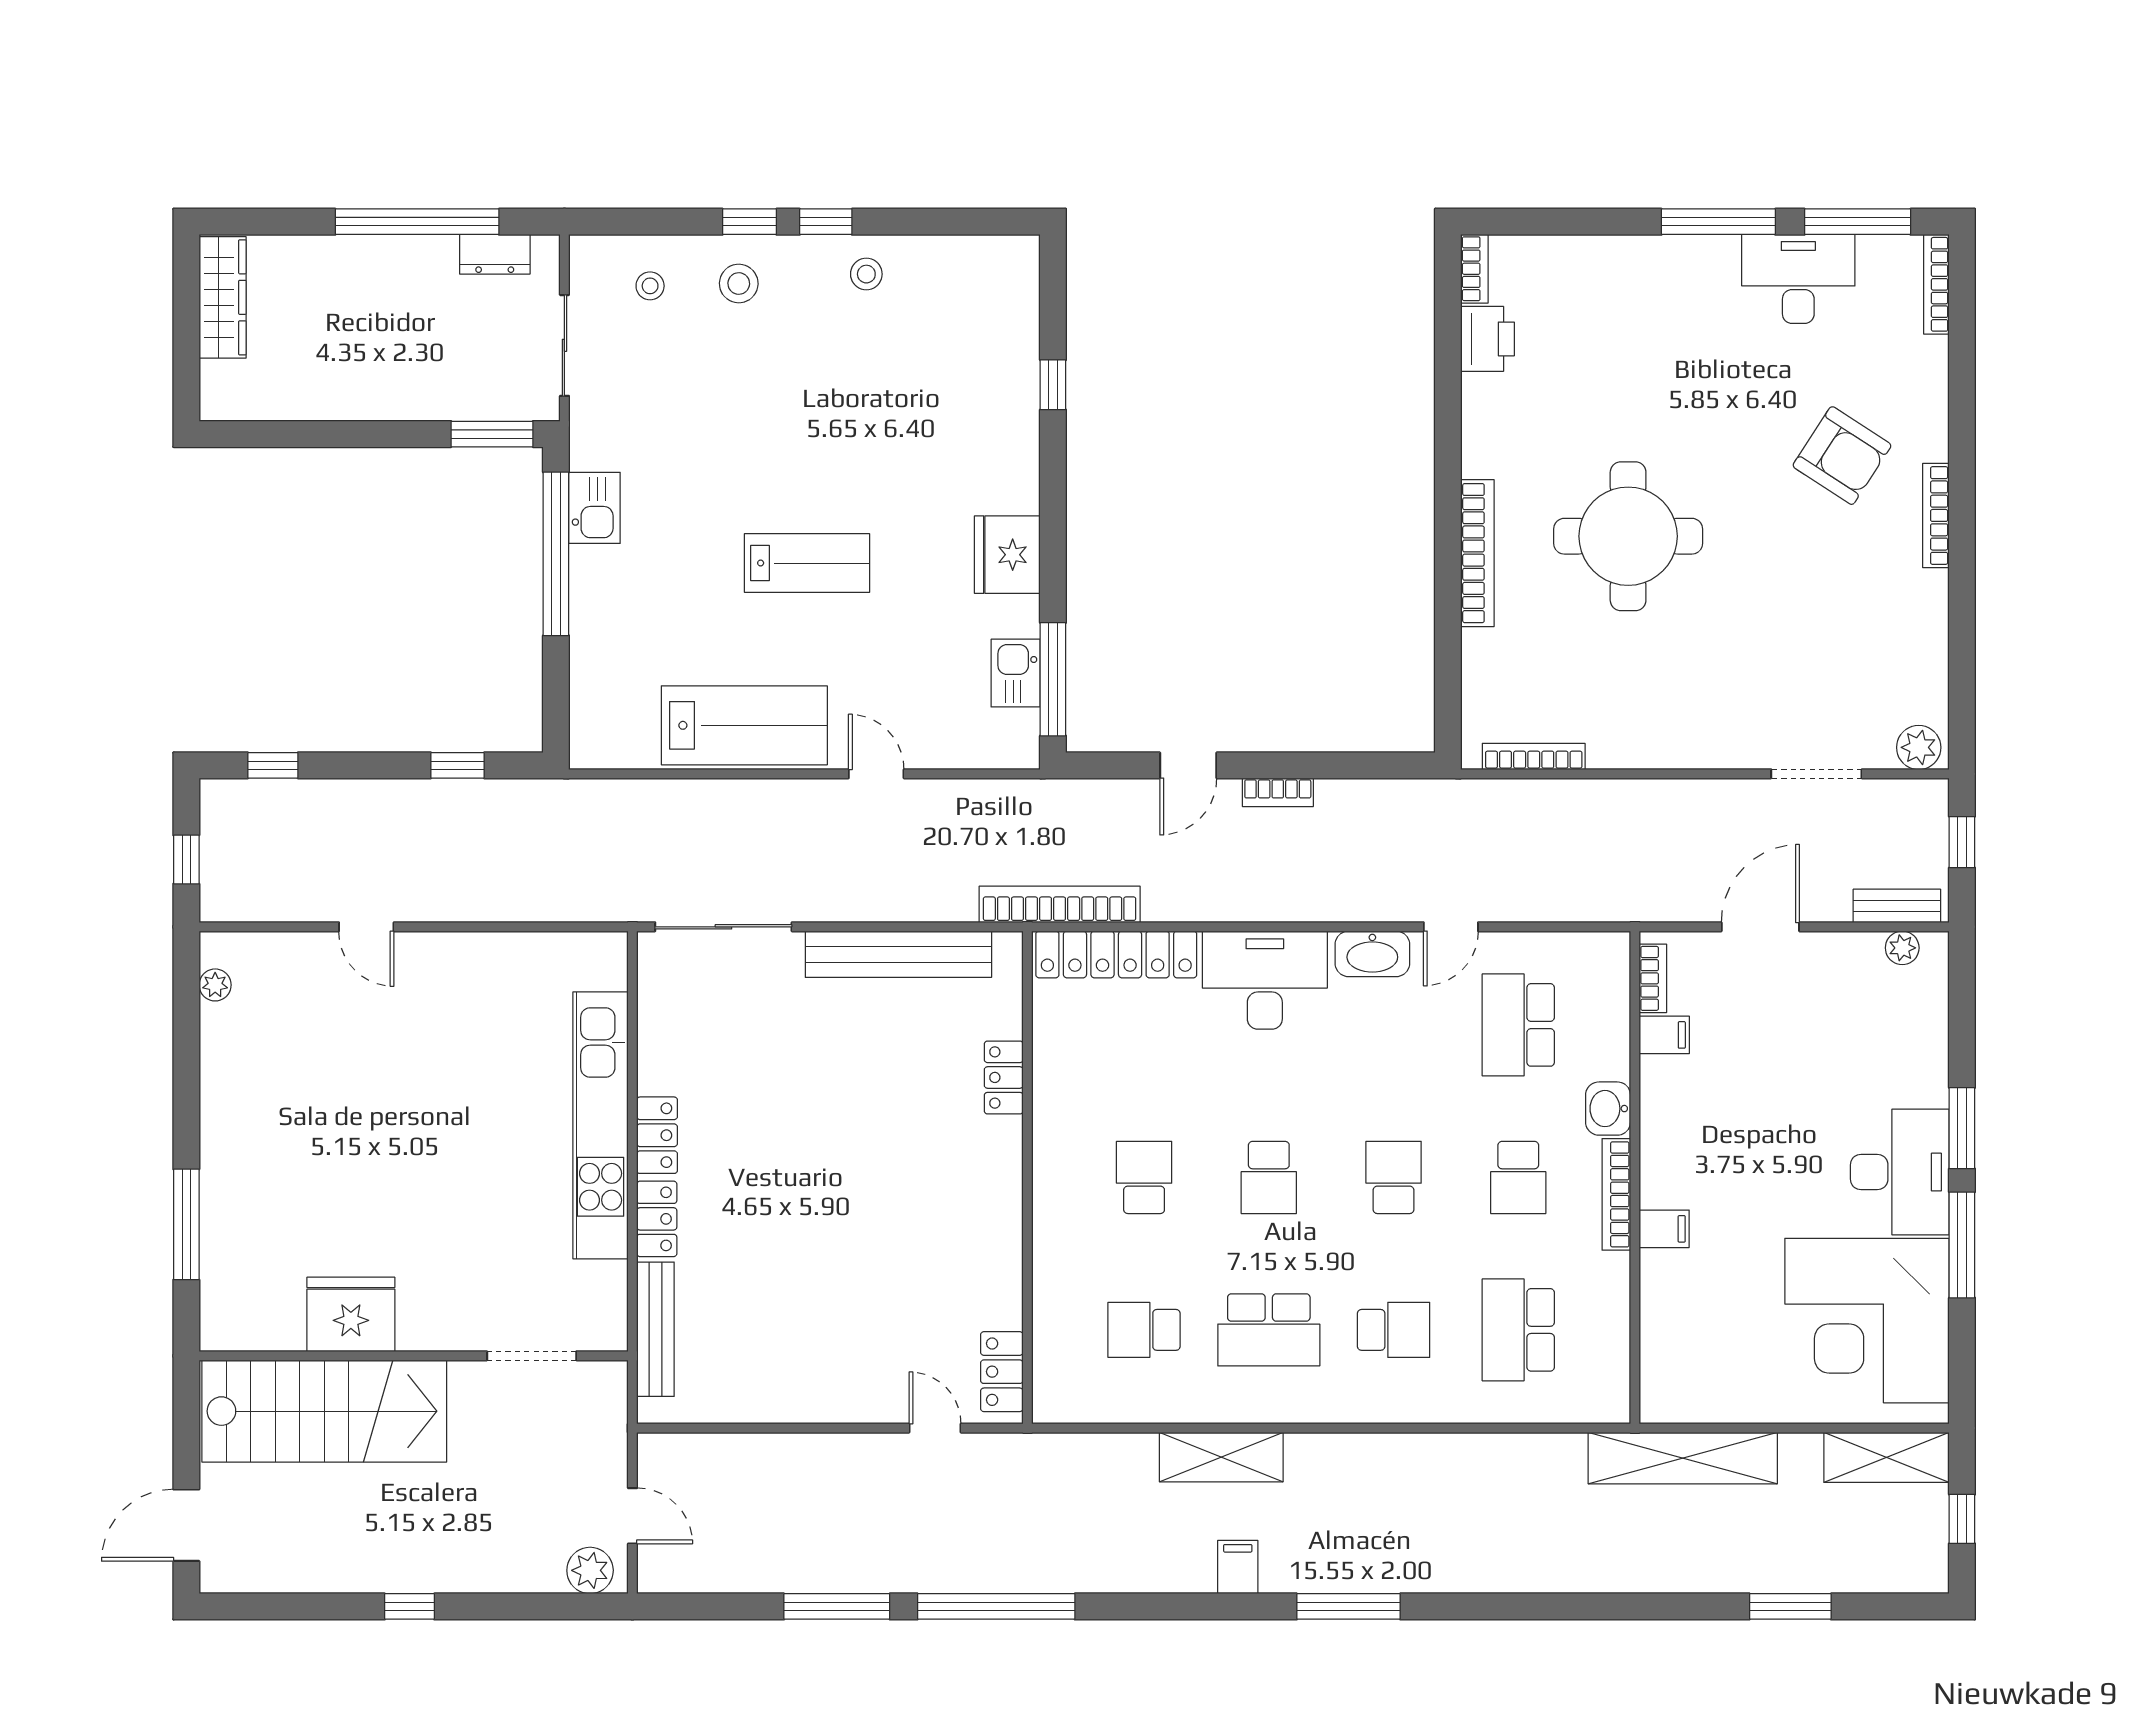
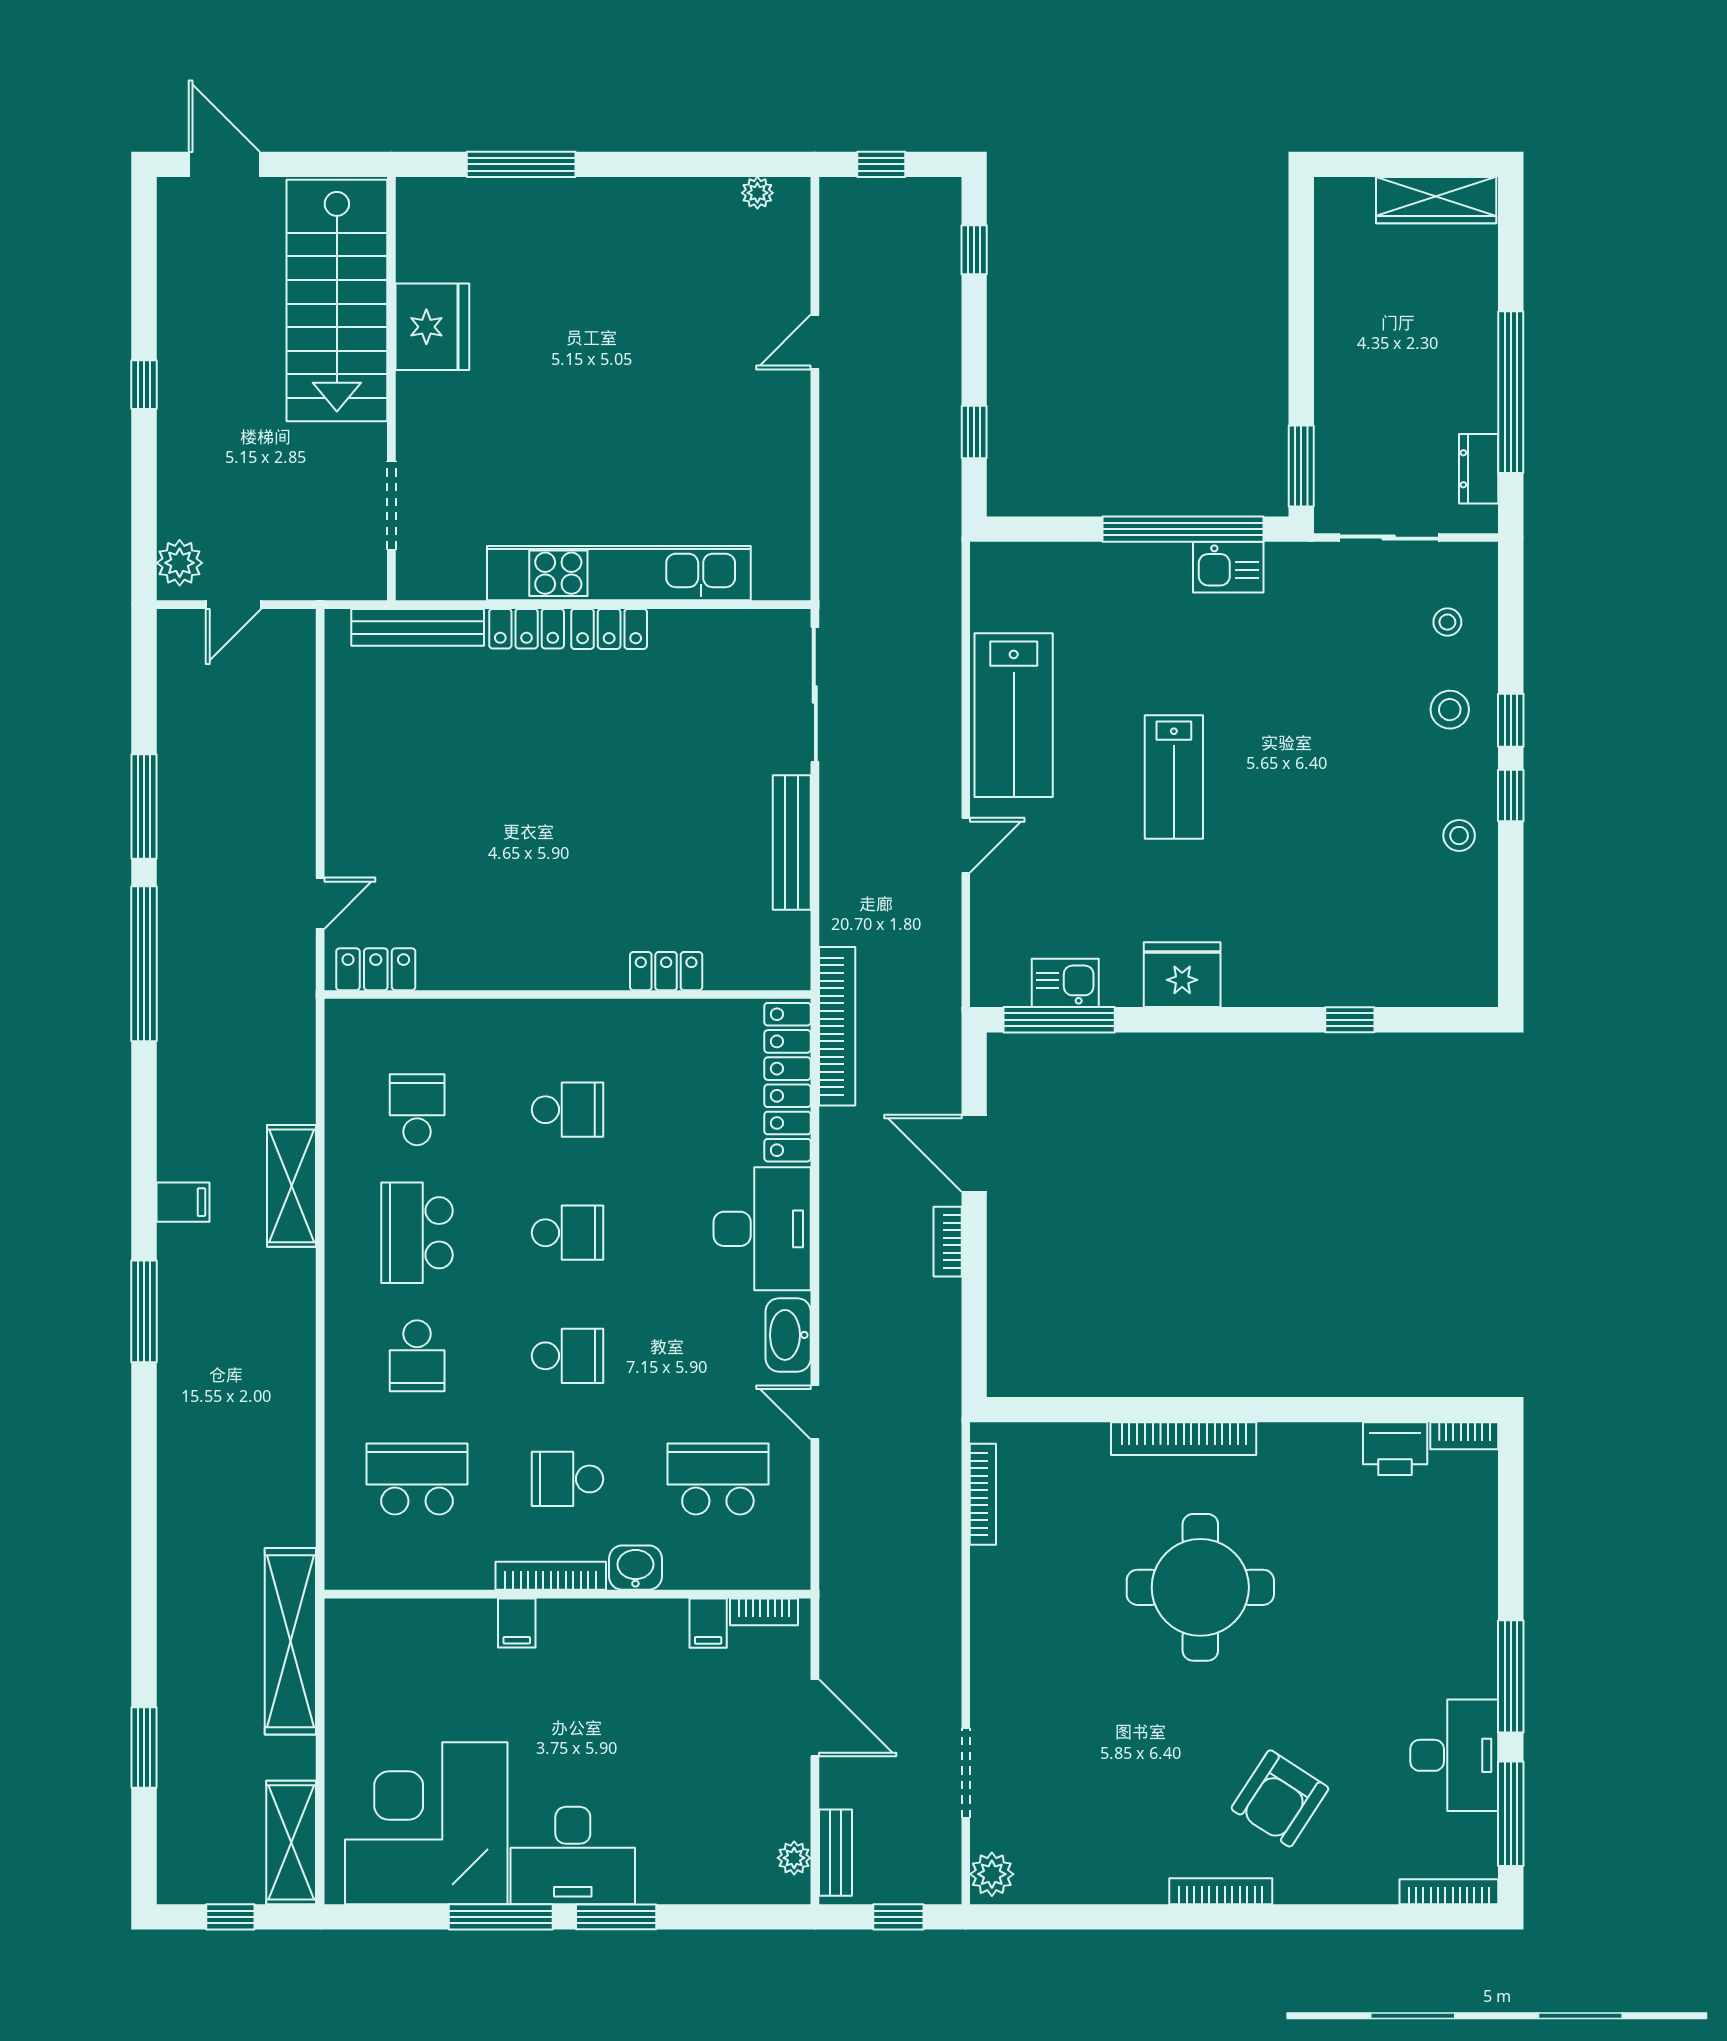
door: (1188, 765) -> (974, 1153), width x1.38
bench: (898, 954) -> (792, 843), width x0.73, depth x0.82
school desk: (1269, 1177) -> (567, 1233), turned 180

